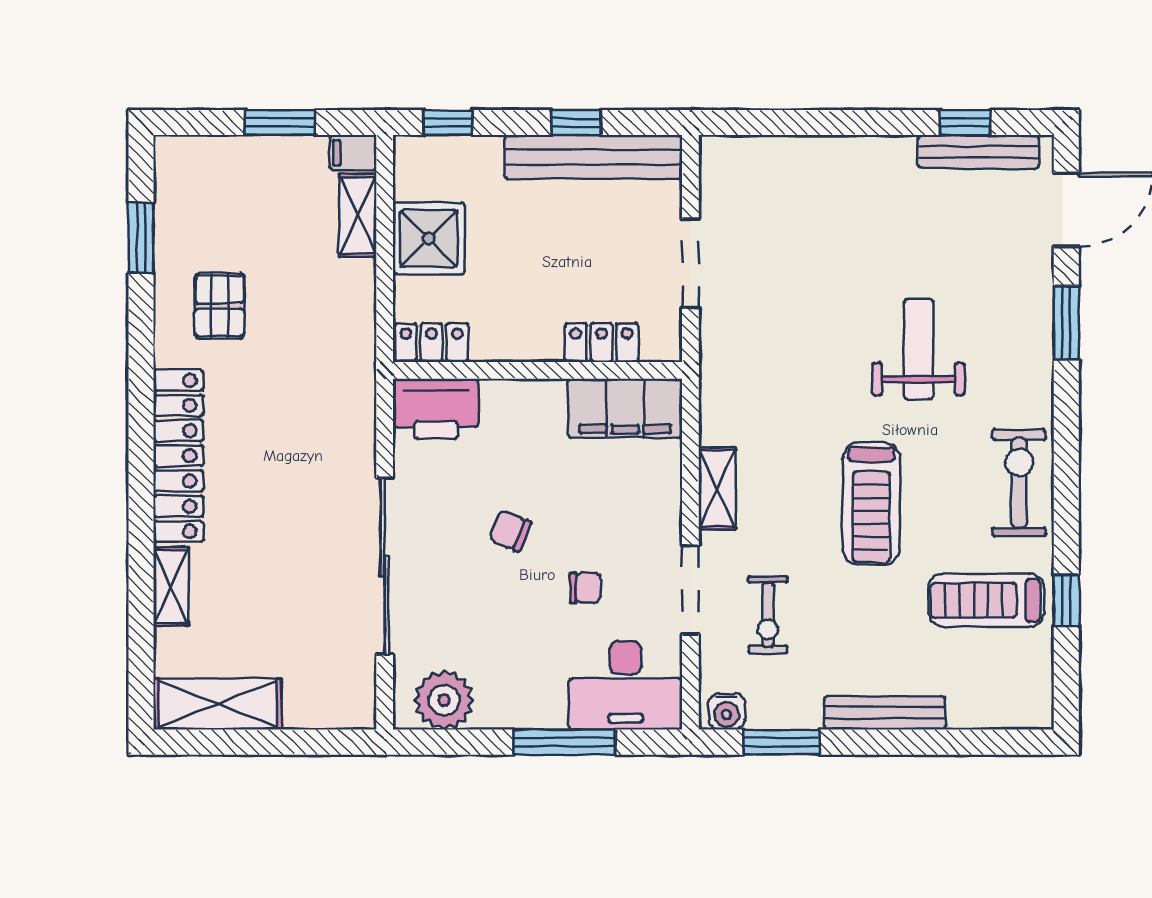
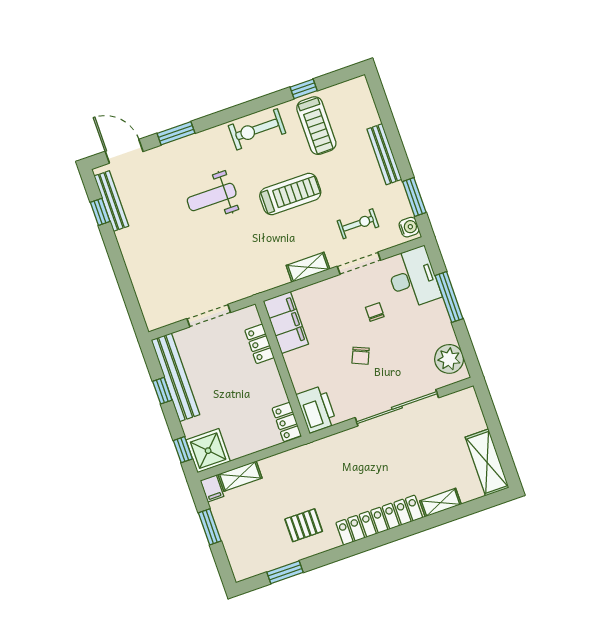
shower: (429, 238) -> (208, 451), moved

